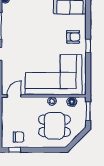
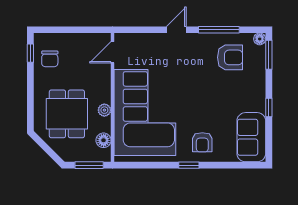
armchair: (17, 19) -> (230, 57), added
door: (14, 96) -> (113, 52), swing flipped

